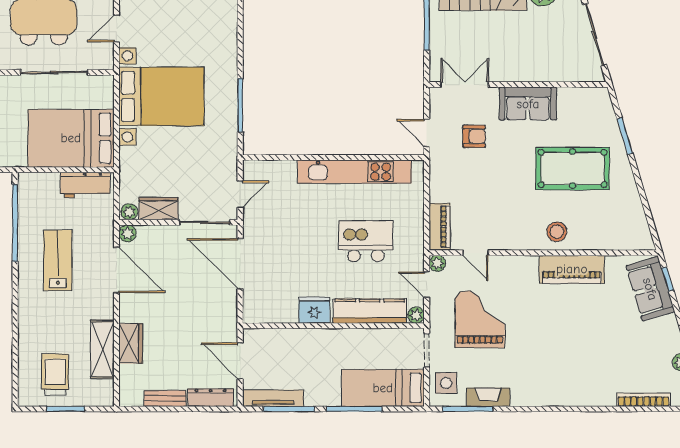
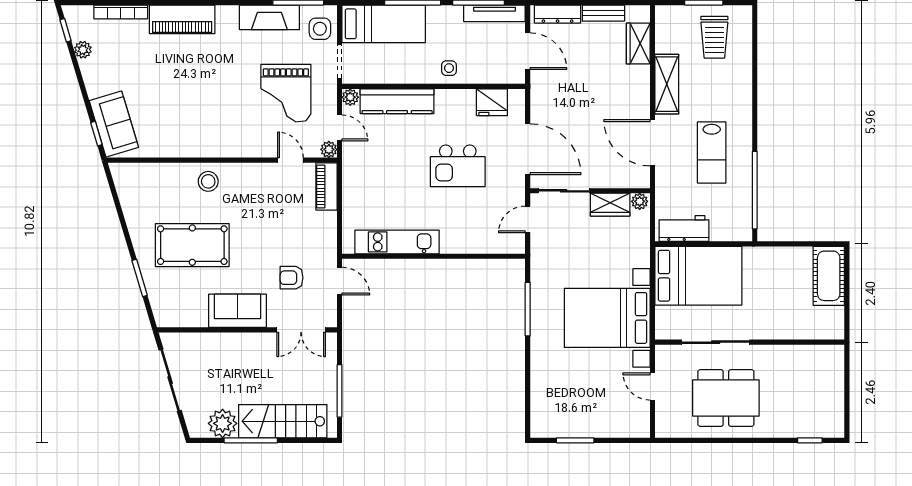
door: (116, 28) -> (652, 386), swing flipped
kitchen unit: (354, 172) -> (397, 242), width x0.73
plant: (127, 233) -> (641, 180), removed
kitchen island: (366, 241) -> (458, 166), moved
piano: (572, 269) -> (182, 19), moved, turned 180
fridge: (314, 310) -> (492, 102), moved
wardrobe: (131, 343) -> (638, 43), moved
side table: (318, 344) -> (449, 68), added
shelving: (102, 349) -> (667, 84), moved
fireplace: (488, 397) -> (269, 17), width x1.37, depth x1.32

